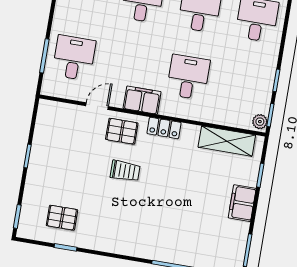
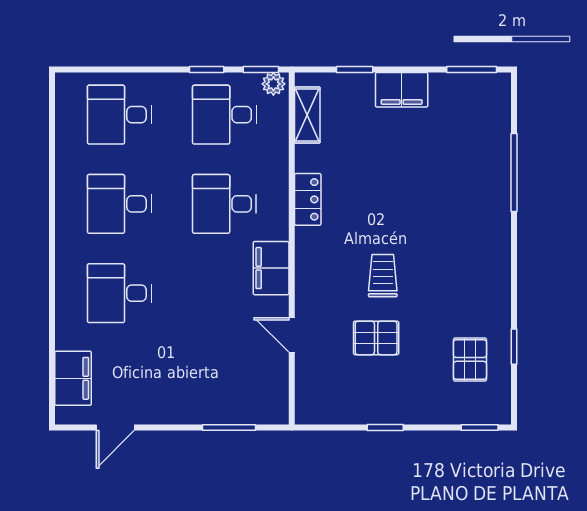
desk: (74, 58) -> (224, 115), moved
locker: (164, 128) -> (308, 199), moved
pallet: (122, 131) -> (376, 338), moved, turned 90
shelving: (227, 141) -> (307, 115), width x0.67, depth x0.75

